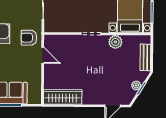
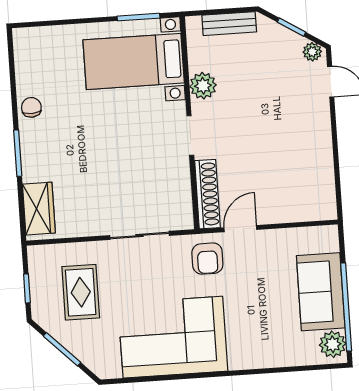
shoe rack: (61, 40) -> (207, 194), added
plant: (136, 85) -> (312, 52), moved
wardrobe: (63, 97) -> (320, 182), removed

